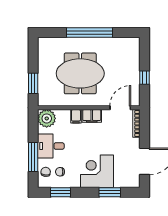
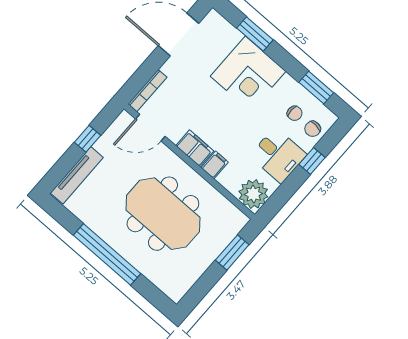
tv unit: (135, 57) -> (77, 175), added
window: (33, 157) -> (312, 161), width x0.46

